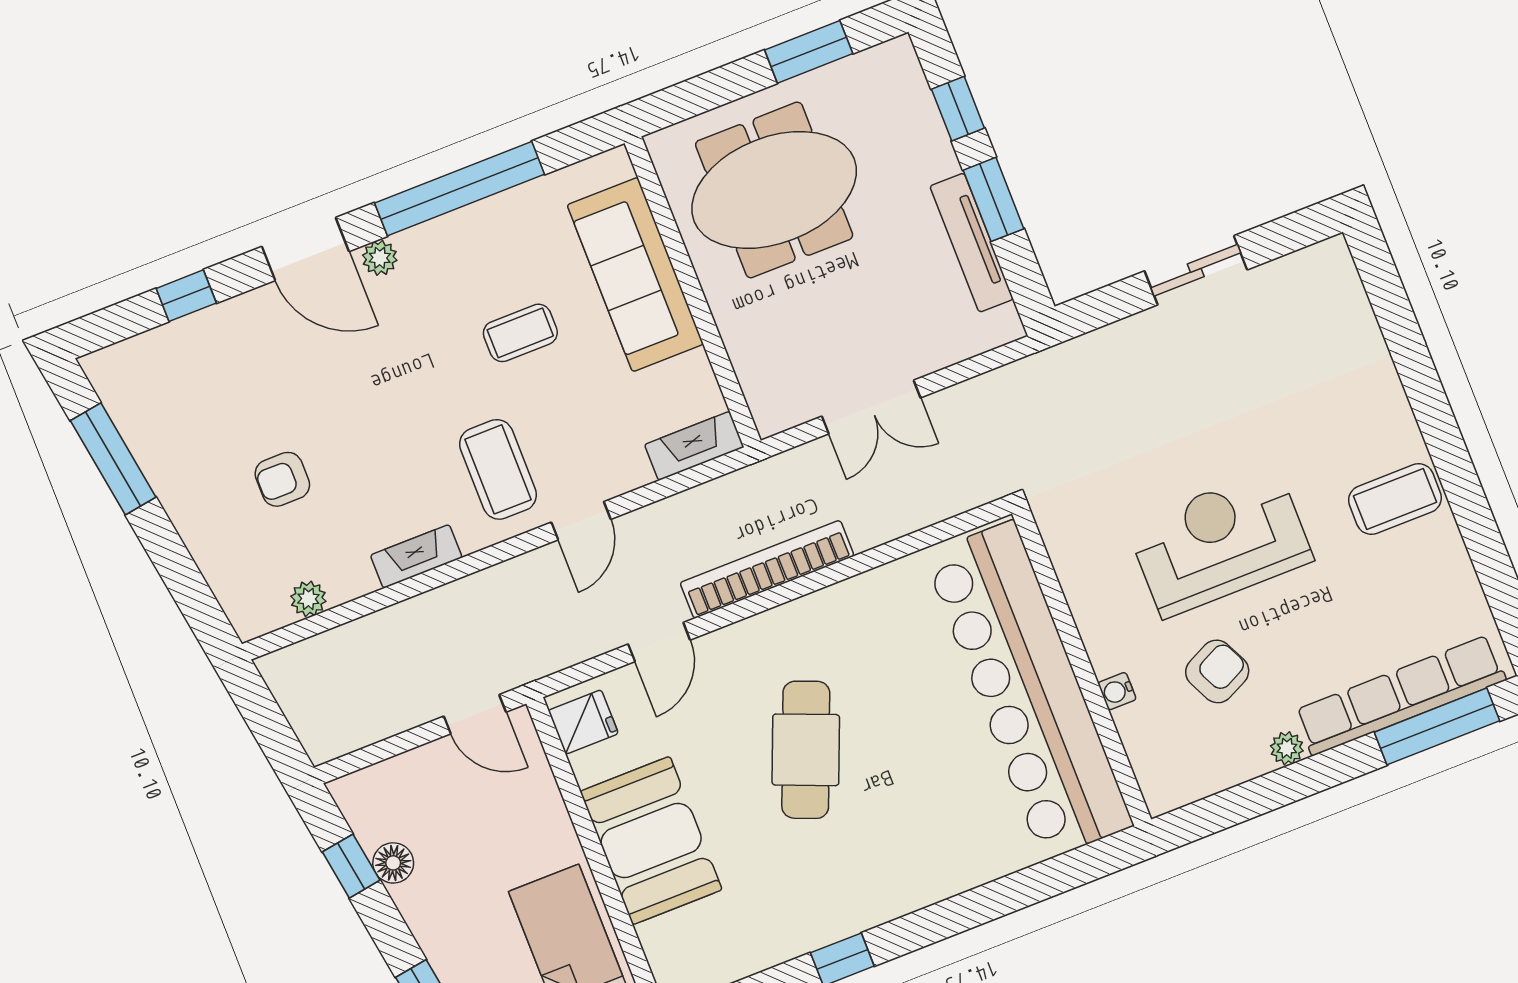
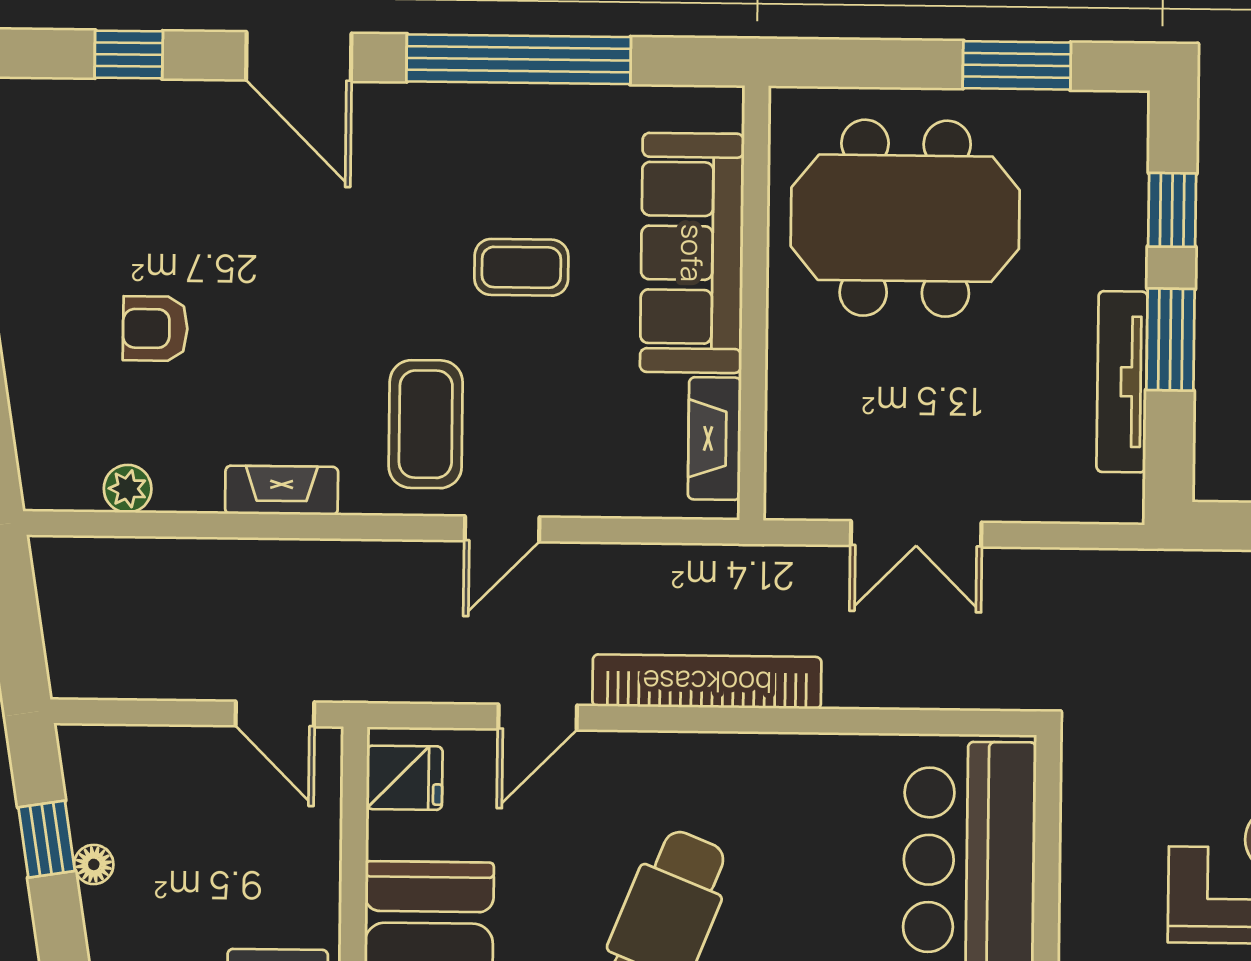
plant: (380, 258) -> (386, 105), removed
fireplace: (694, 446) -> (715, 439), moved, turned -90
floor lamp: (393, 863) -> (94, 864), width x0.73, depth x0.73

